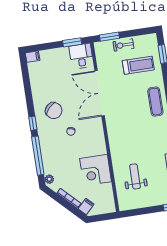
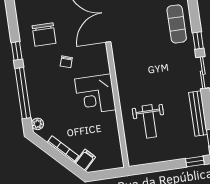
chair: (54, 111) -> (44, 34), turned 46
corner desk: (96, 170) -> (95, 94), moved
weight bench: (135, 176) -> (149, 121), turned 180

